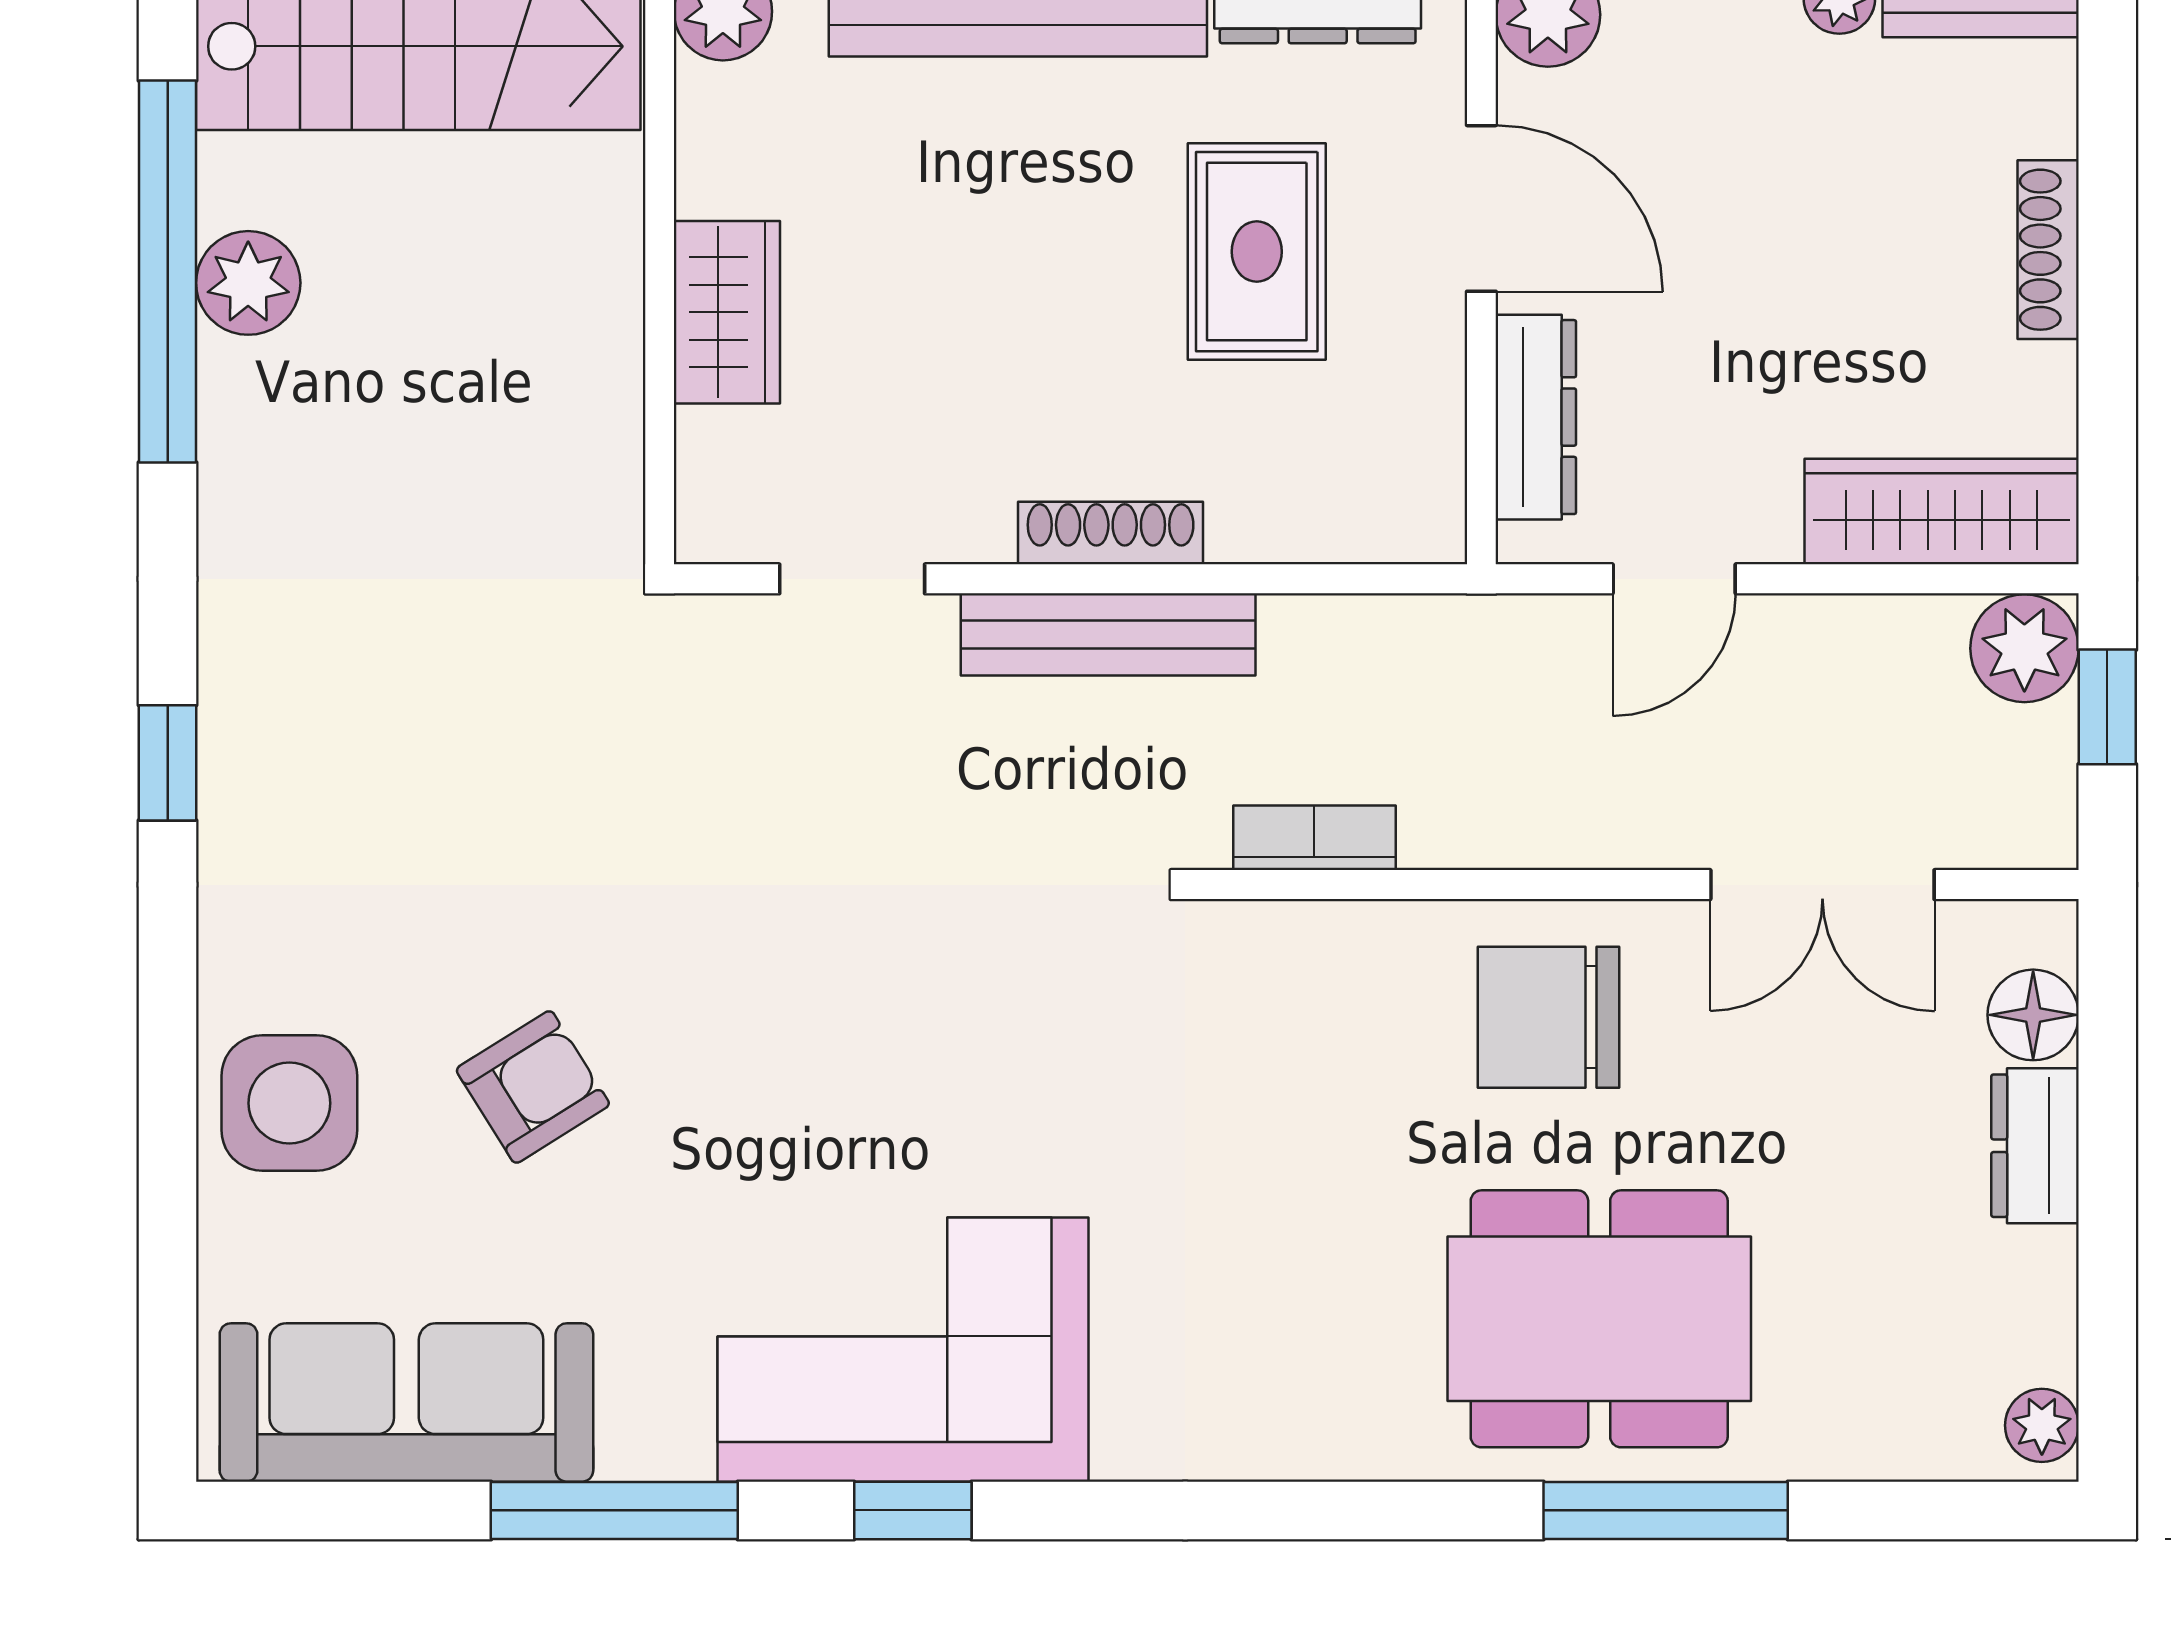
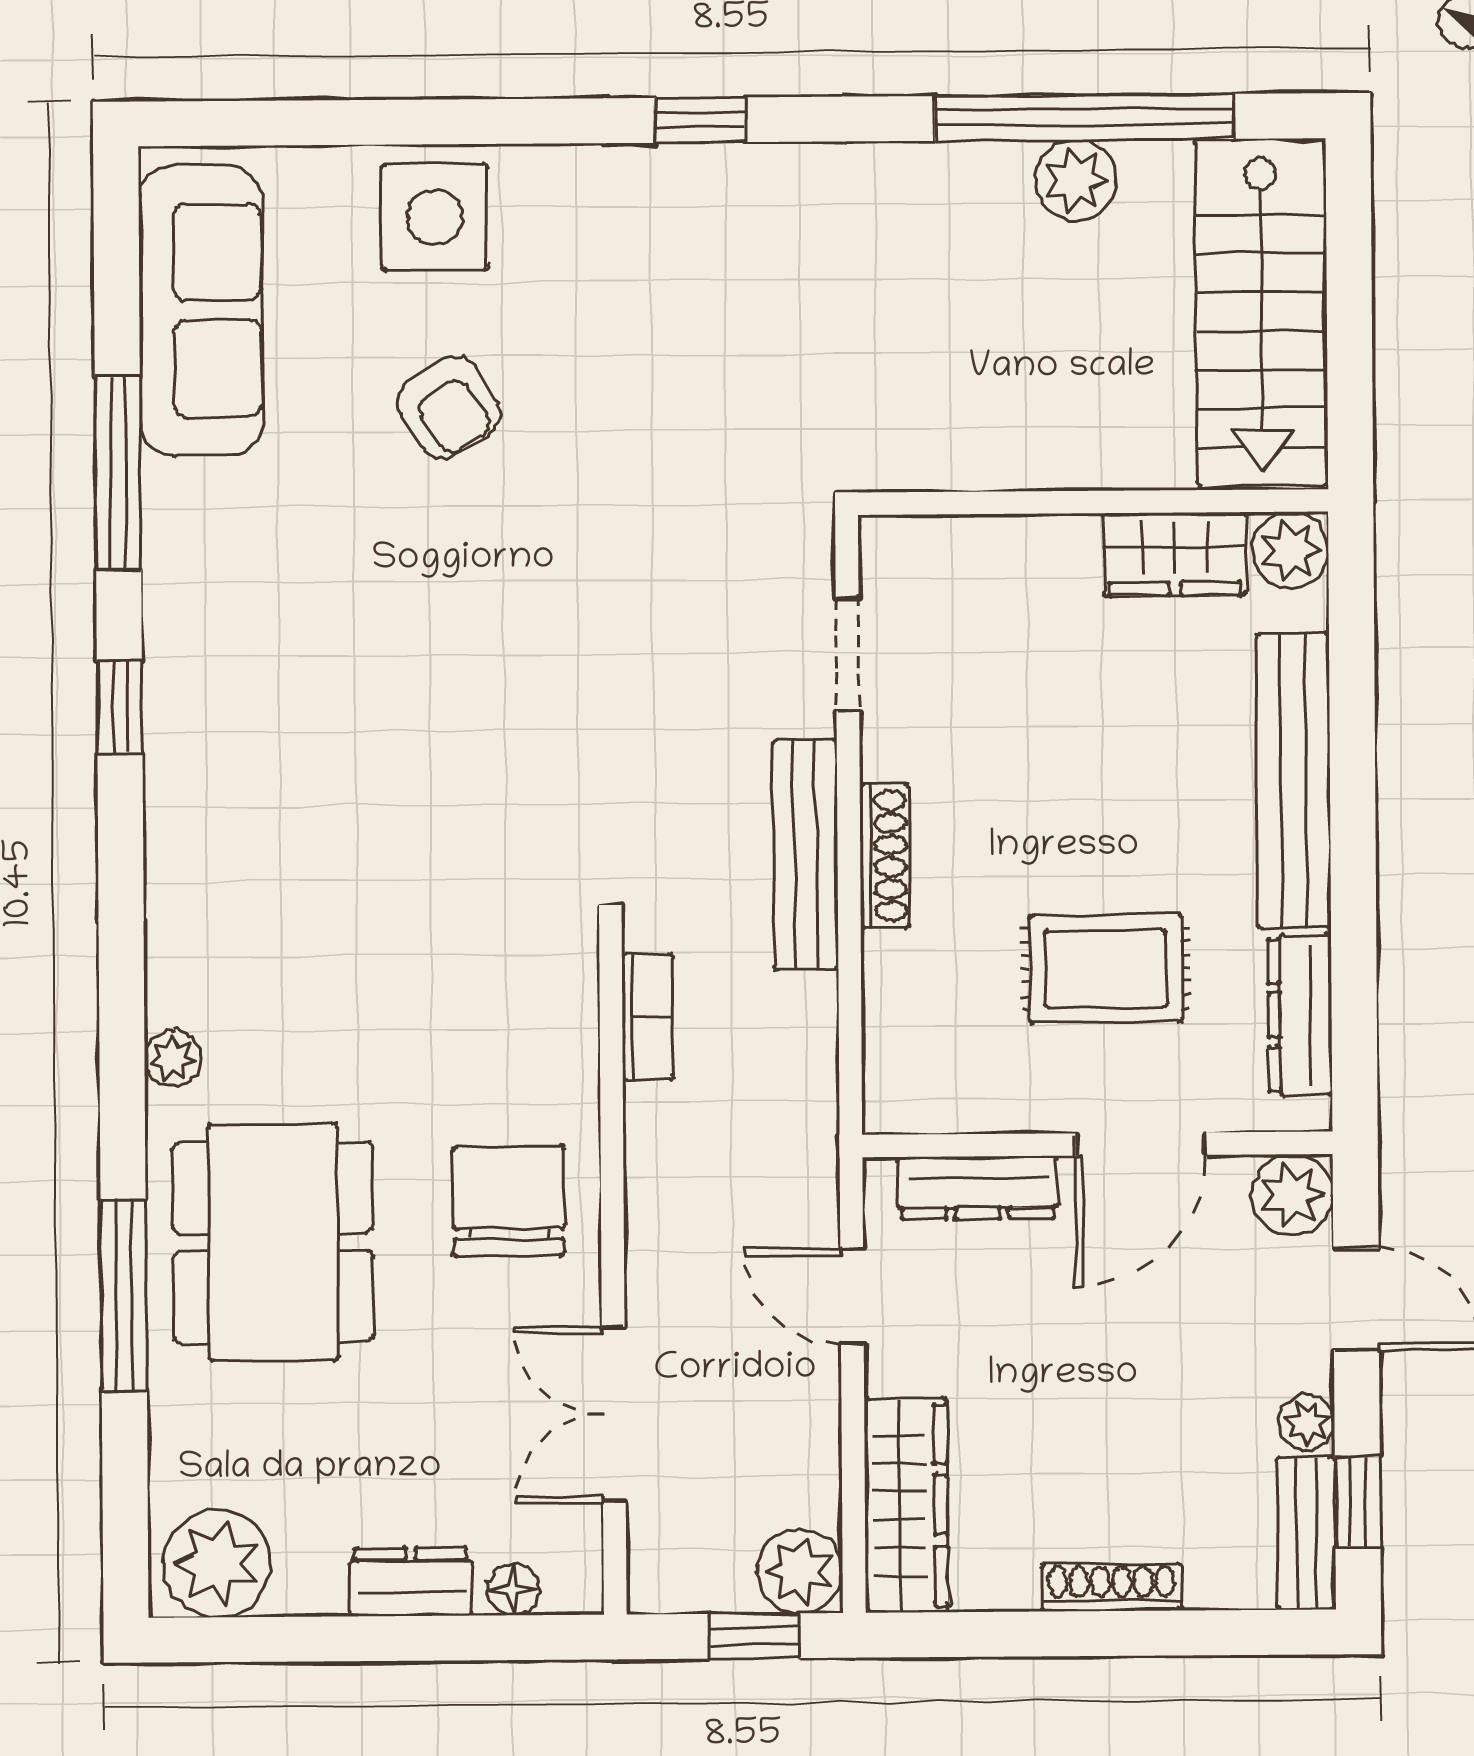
wardrobe: (727, 312) -> (1175, 554), moved
floor lamp: (2033, 1015) -> (513, 1589), width x0.73, depth x0.73
corner sofa: (903, 1350) -> (245, 698), removed
plant: (2042, 1425) -> (217, 1563), width x1.88, depth x1.88
plant: (1363, 1446) -> (173, 1059), added

